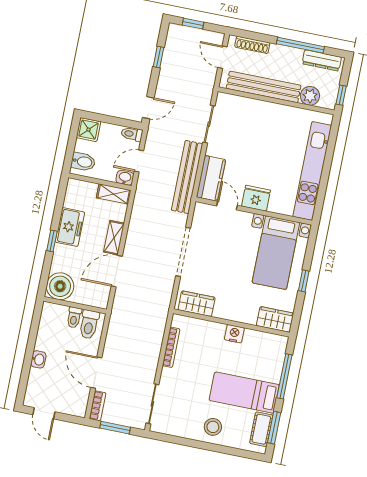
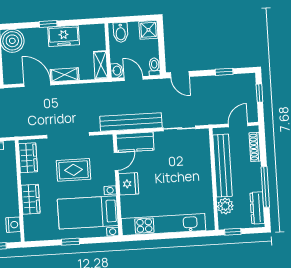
rug: (224, 256) -> (73, 170), added
wardrobe: (275, 319) -> (31, 199), moved
nightstand: (234, 334) -> (13, 225), moved

